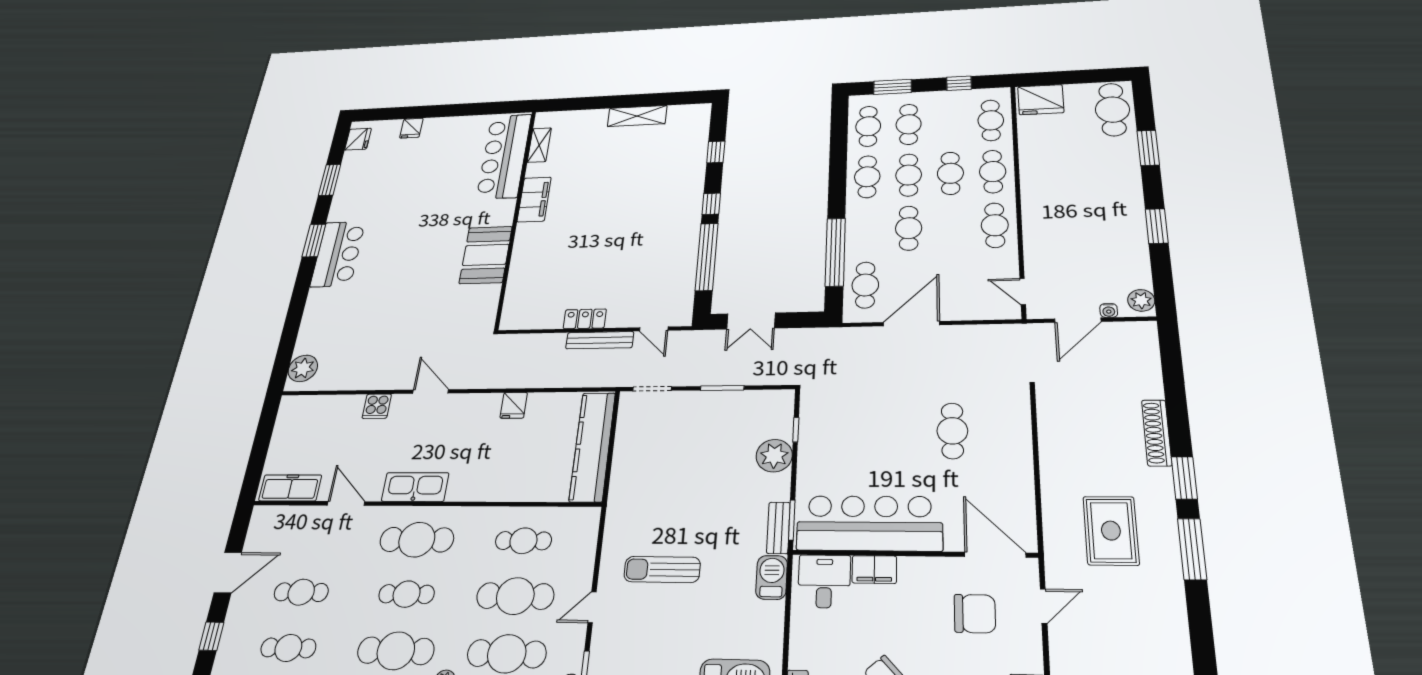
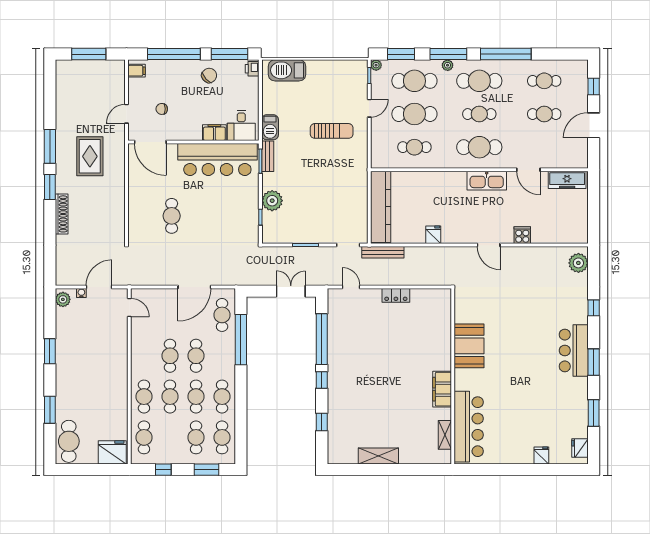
cafe table: (995, 225) -> (170, 356), moved
window: (296, 309) -> (594, 308), added
bench: (600, 340) -> (383, 252), moved
chair: (975, 614) -> (162, 109), width x0.54, depth x0.54

